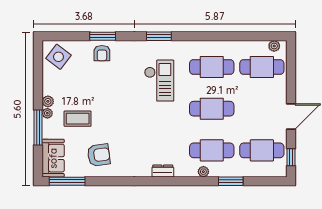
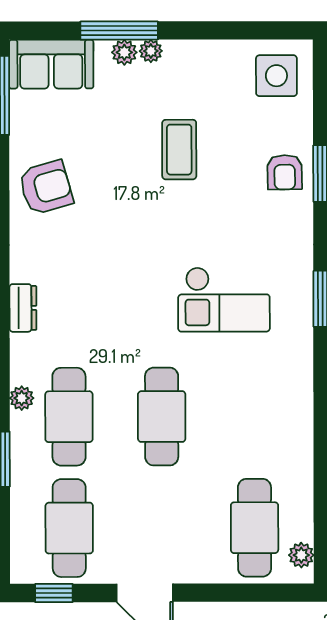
armchair: (102, 53) -> (285, 172), turned -91
side table: (58, 57) -> (276, 76), turned -37
cafe table: (212, 67) -> (254, 416), removed
plant: (48, 101) -> (124, 52), moved
coffee table: (78, 119) -> (179, 150), moved
armchair: (99, 155) -> (46, 187), moved, turned -98

